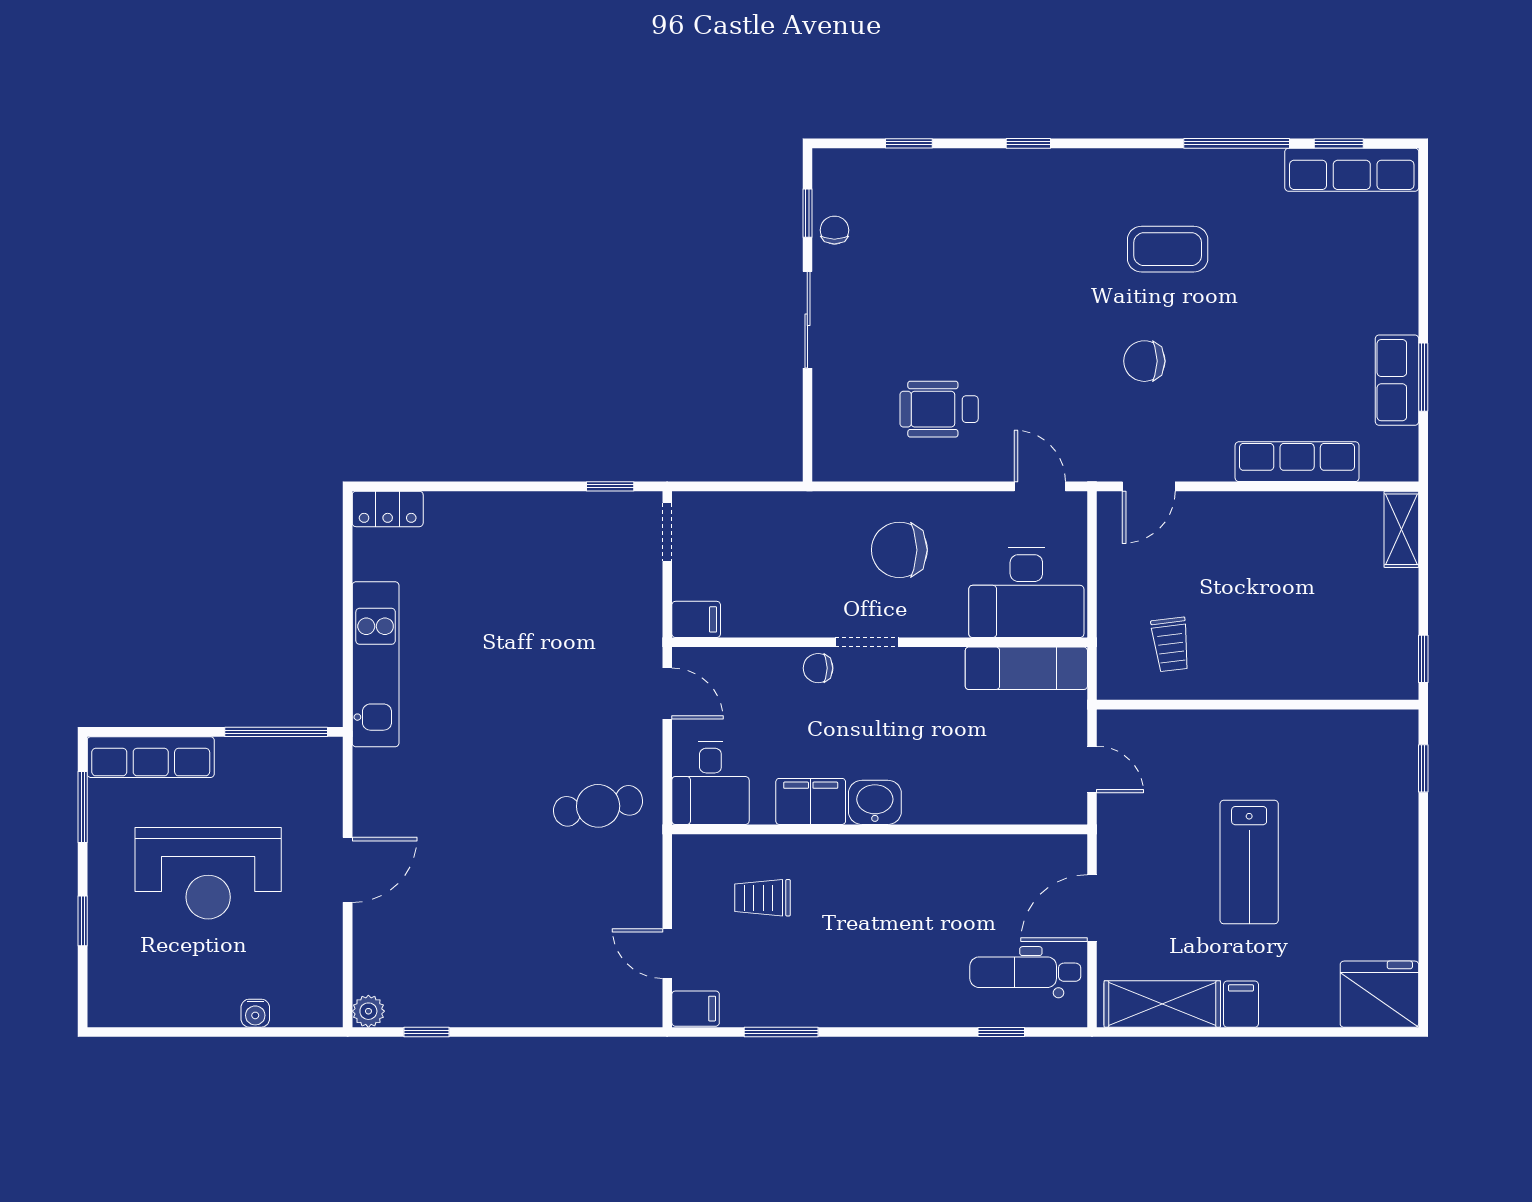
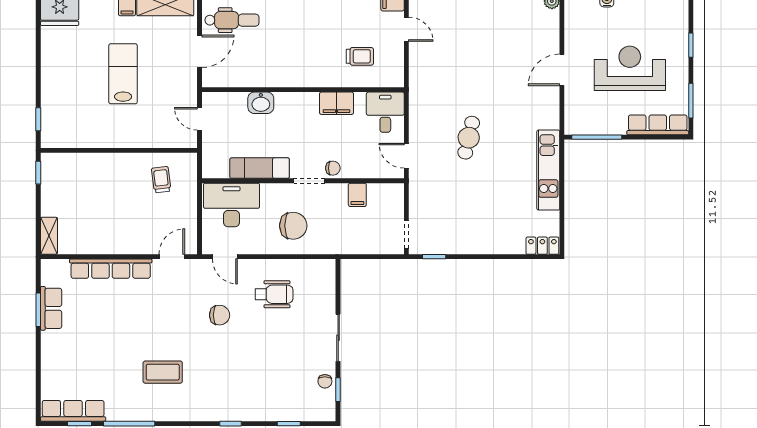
chair: (1144, 361) -> (220, 315), moved
row of seats: (1297, 462) -> (111, 269), width x1.36
filing cabinet: (696, 619) -> (357, 195), moved, turned -90
exam couch: (1026, 668) -> (260, 168), moved
washbasin: (875, 802) -> (261, 103), moved
cafe table: (598, 806) -> (469, 138), moved, turned -67

